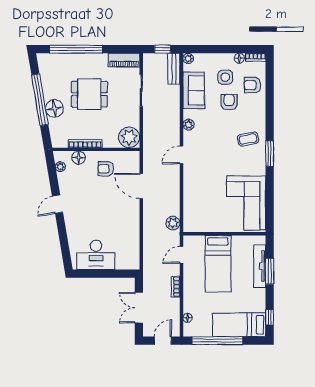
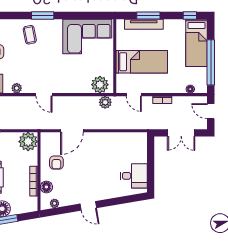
plant: (192, 217) -> (100, 85), added
desk: (96, 255) -> (134, 176), width x0.73

